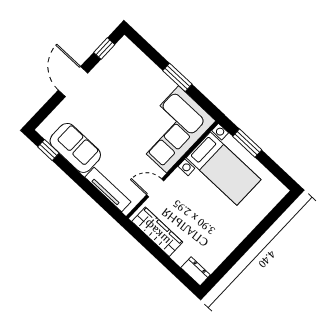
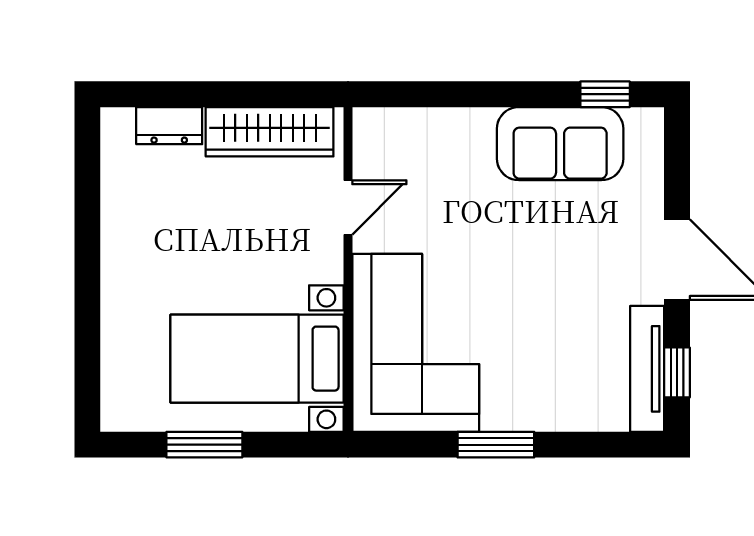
window: (247, 143) -> (204, 445), moved
tv unit: (108, 190) -> (647, 369), moved, turned 90
dresser: (196, 271) -> (169, 126), moved

